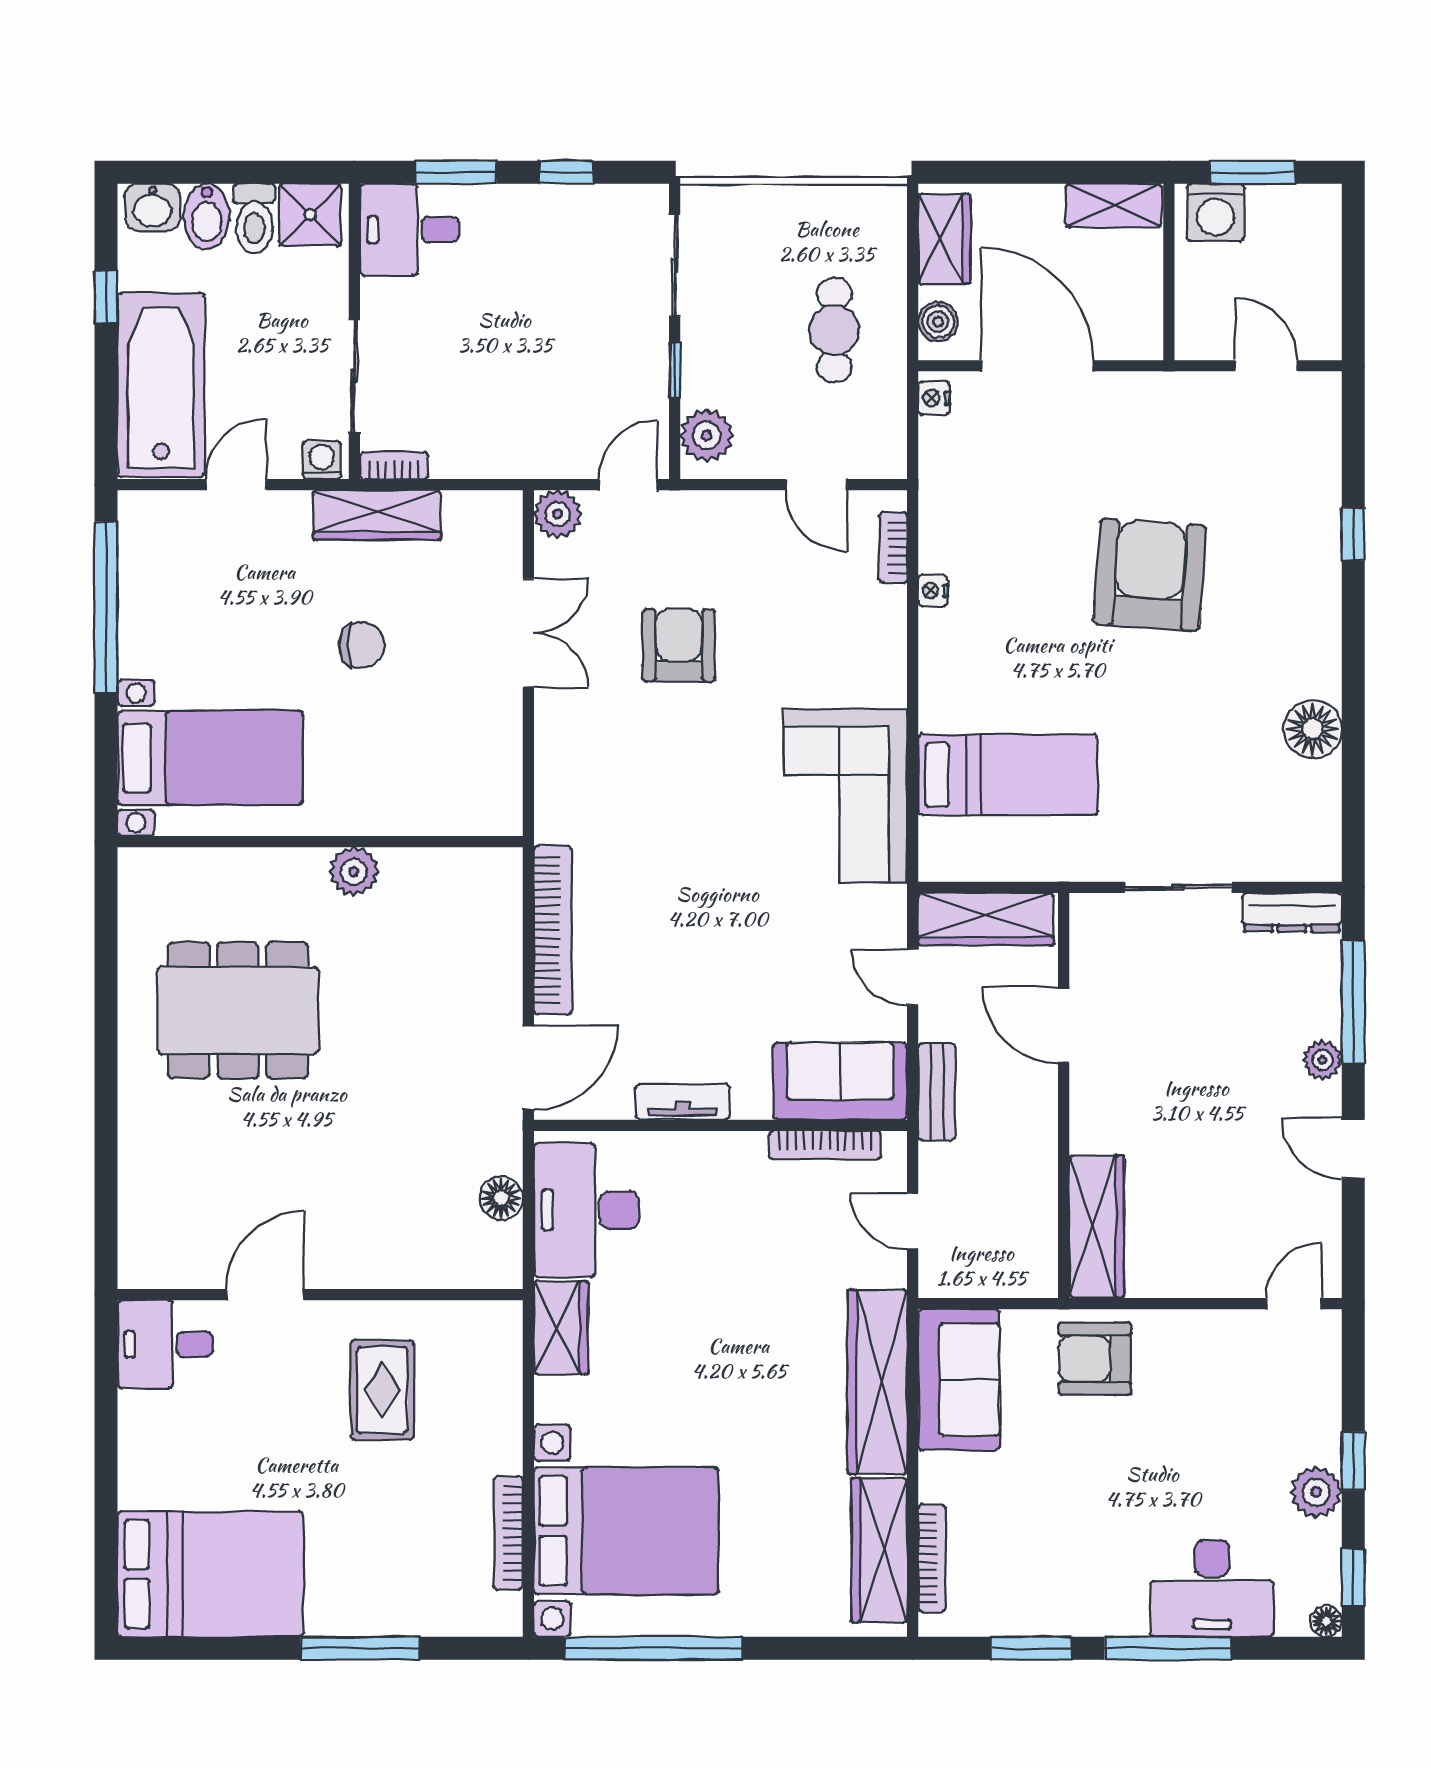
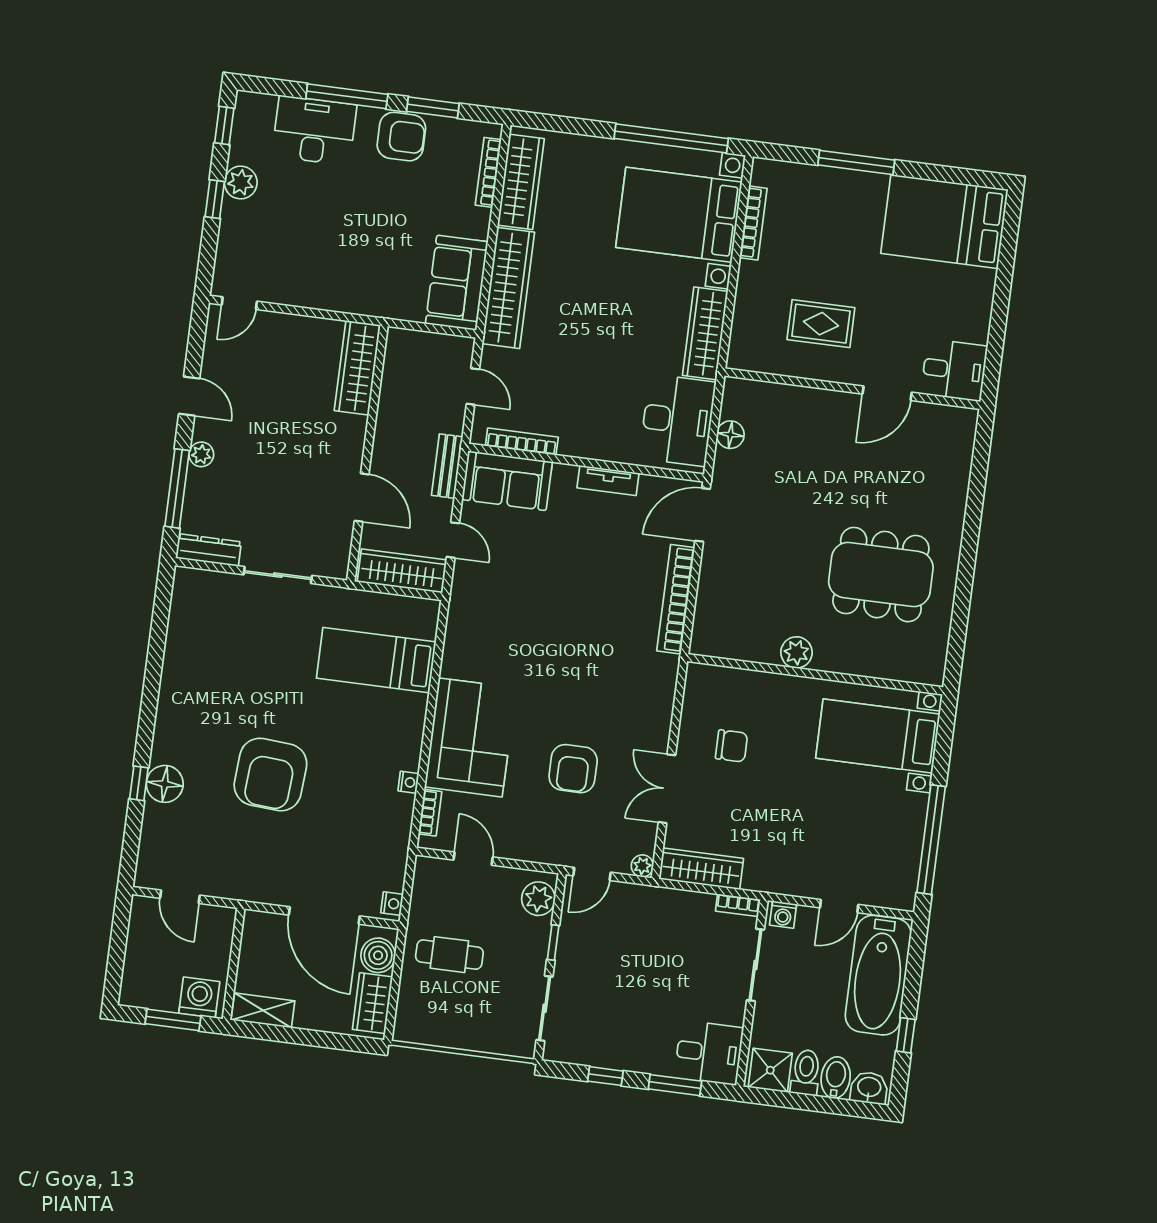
boiler: (938, 322) -> (378, 955), width x1.36, depth x1.36
cafe table: (834, 330) -> (449, 955), turned 90
plant: (558, 514) -> (642, 866), width x0.73, depth x0.73
wardrobe: (377, 515) -> (701, 869), moved
chair: (362, 645) -> (731, 746), moved, turned 180
floor lamp: (1313, 729) -> (165, 784), moved
corner sofa: (845, 796) -> (470, 737), moved
wardrobe: (561, 1328) -> (705, 333), width x1.50
armchair: (1095, 1359) -> (401, 137), moved
rug: (382, 1390) -> (821, 324), turned 90
floor lamp: (1326, 1621) -> (245, 100), removed

